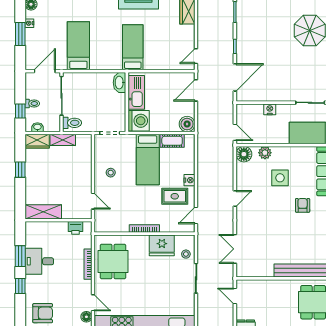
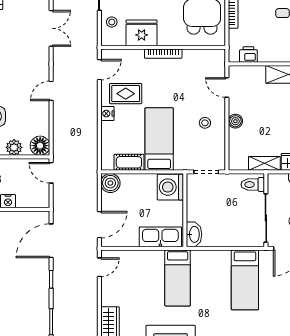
kitchen sink: (136, 92) -> (160, 237), moved, turned 90
boiler: (86, 174) -> (235, 121), added

